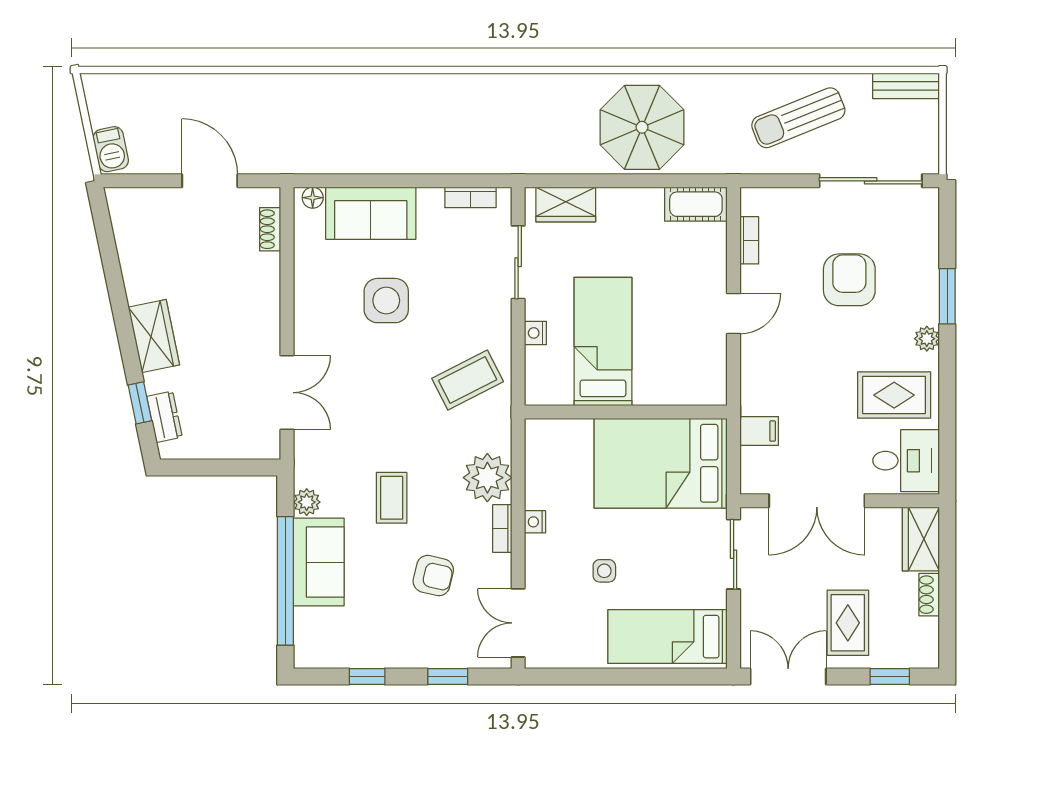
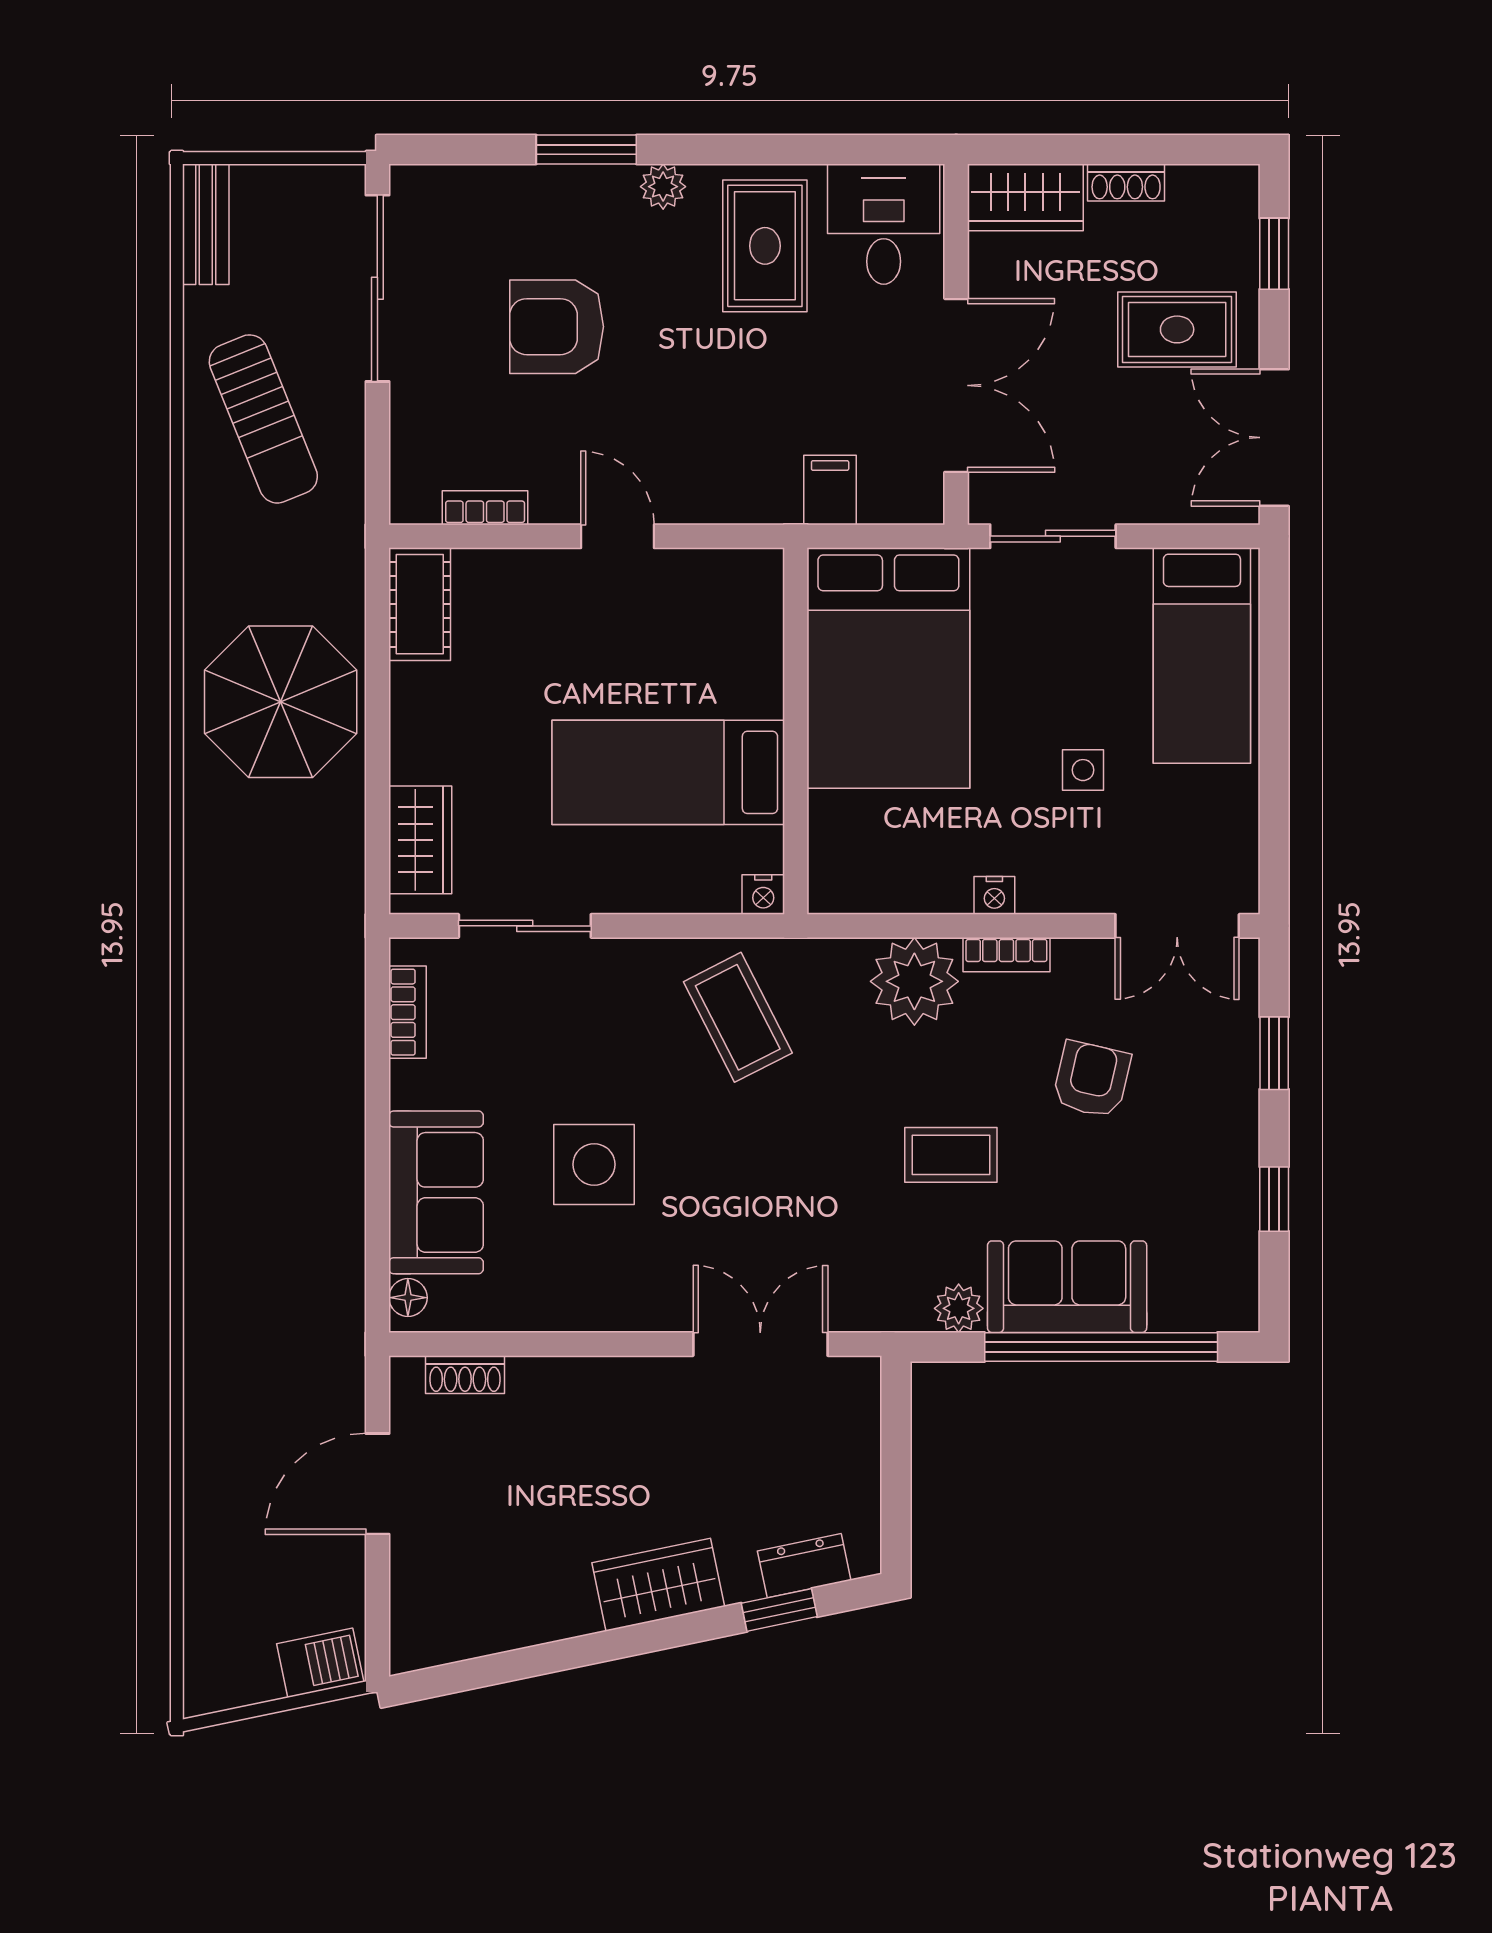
nightstand: (535, 333) -> (763, 895), moved

